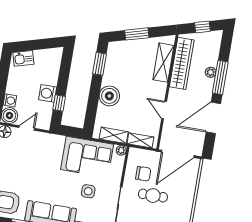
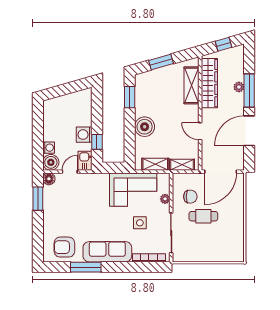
kitchen sink: (23, 58) -> (85, 161), moved, turned 106
plant: (121, 150) -> (165, 199), moved

